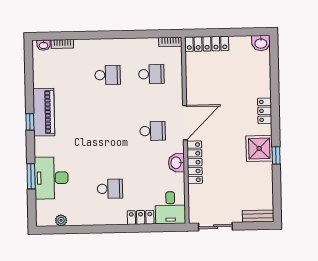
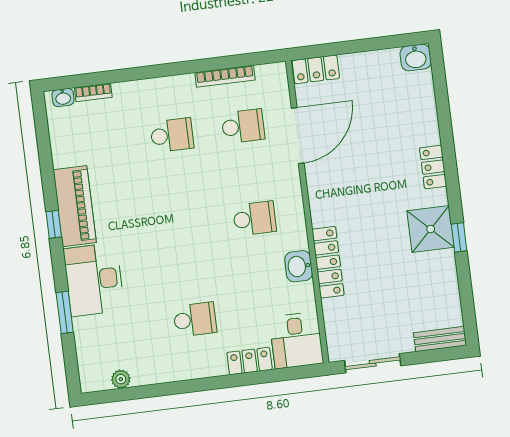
bookcase: (170, 42) -> (225, 76), moved, width x1.56
locker: (207, 44) -> (316, 69), width x0.66
door: (185, 123) -> (298, 136), moved
desk: (51, 178) -> (94, 280), moved

